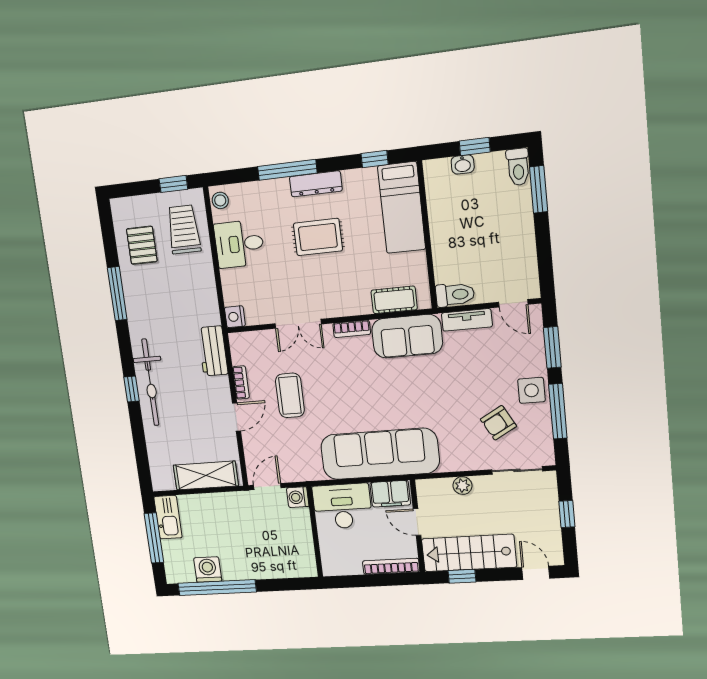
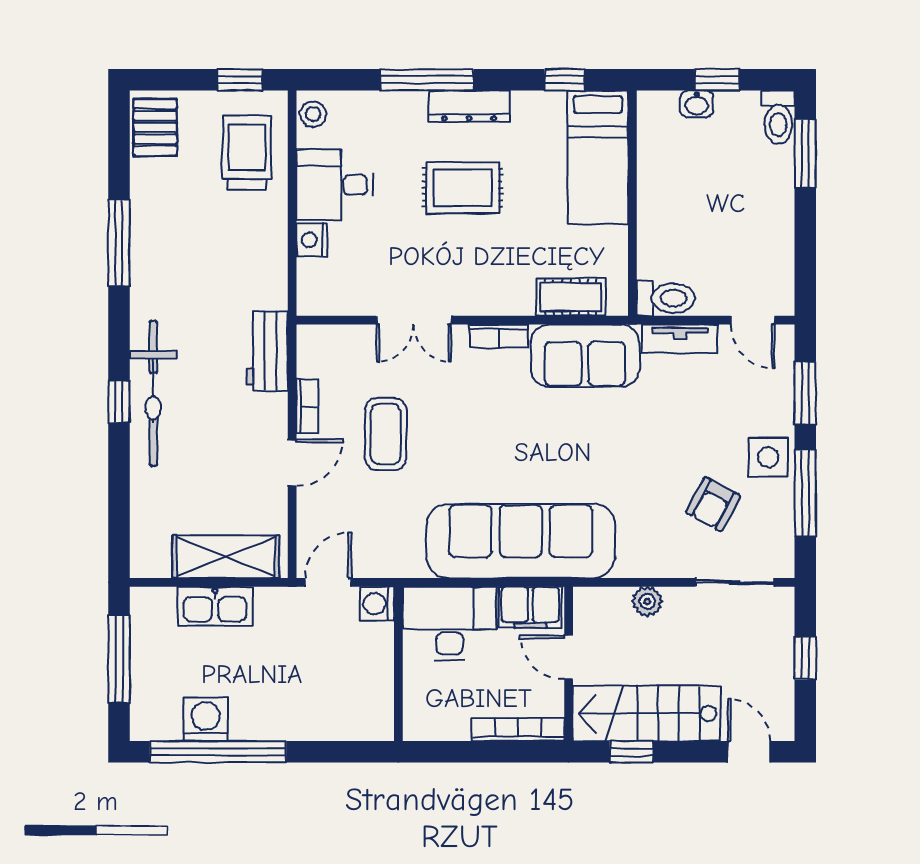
pallet: (142, 245) -> (155, 127), moved
nightstand: (235, 317) -> (312, 240), moved
armchair: (498, 423) -> (713, 504), turned -33
kitchen sink: (168, 517) -> (215, 606), moved, turned 90

